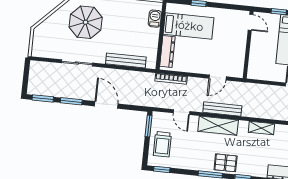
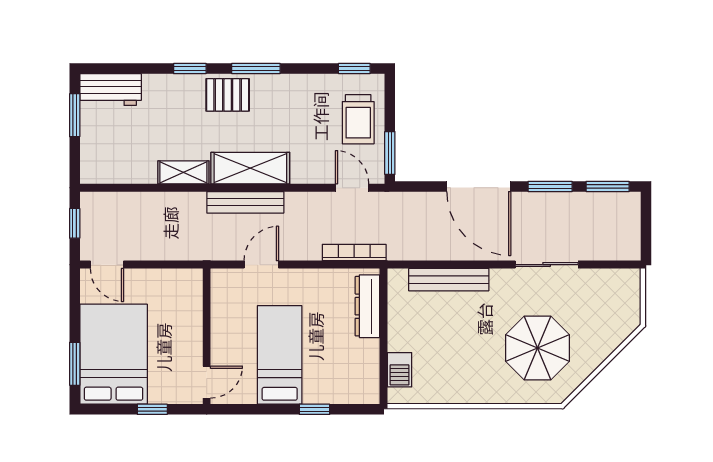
door: (251, 22) -> (207, 382), swing flipped
bed: (189, 26) -> (280, 355), moved, turned 90
door: (106, 105) -> (479, 186), width x1.36
door: (181, 112) -> (352, 188), moved
shelving: (261, 128) -> (183, 172), moved
trolley: (162, 144) -> (358, 119), turned 180

